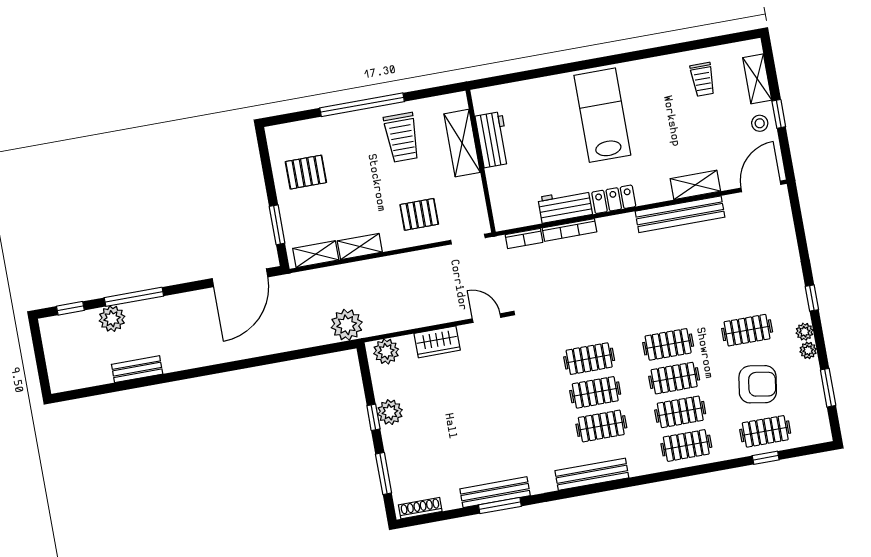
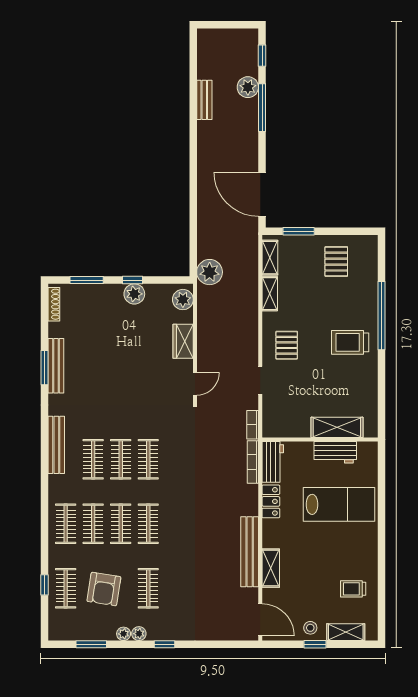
workbench: (493, 140) -> (335, 452), moved
shelving: (462, 143) -> (337, 427), moved
wall: (481, 161) -> (320, 440), moved

